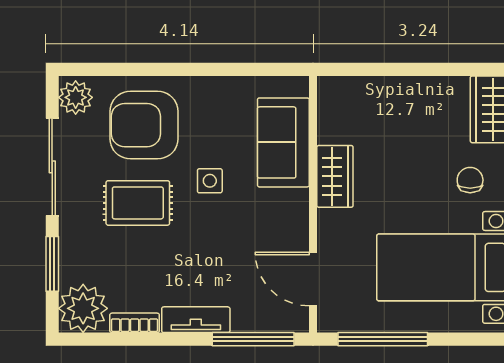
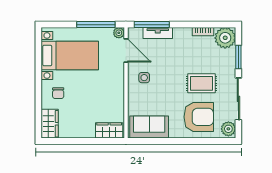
sofa: (283, 142) -> (149, 127), moved, turned -90
wardrobe: (335, 176) -> (109, 130), moved, turned 90
side table: (210, 181) -> (144, 78), moved
tv unit: (196, 320) -> (158, 33), moved
plant: (330, 320) -> (119, 33), added

